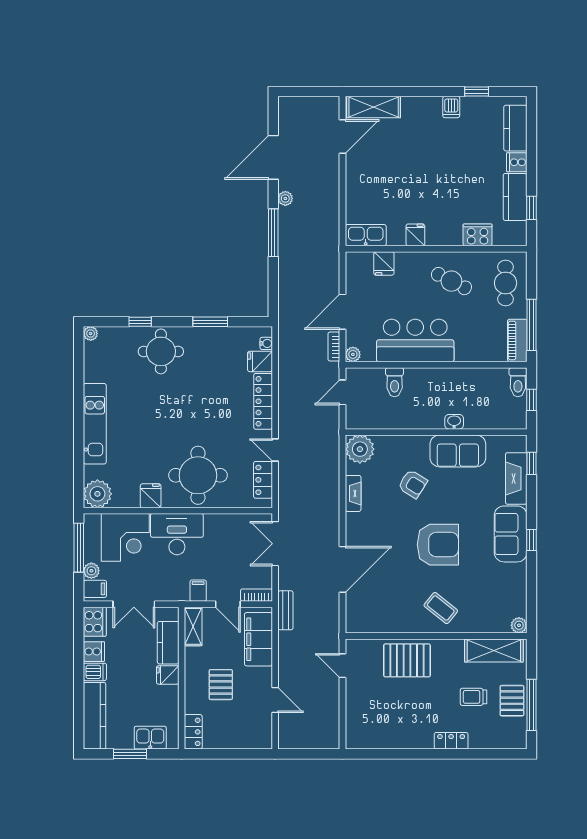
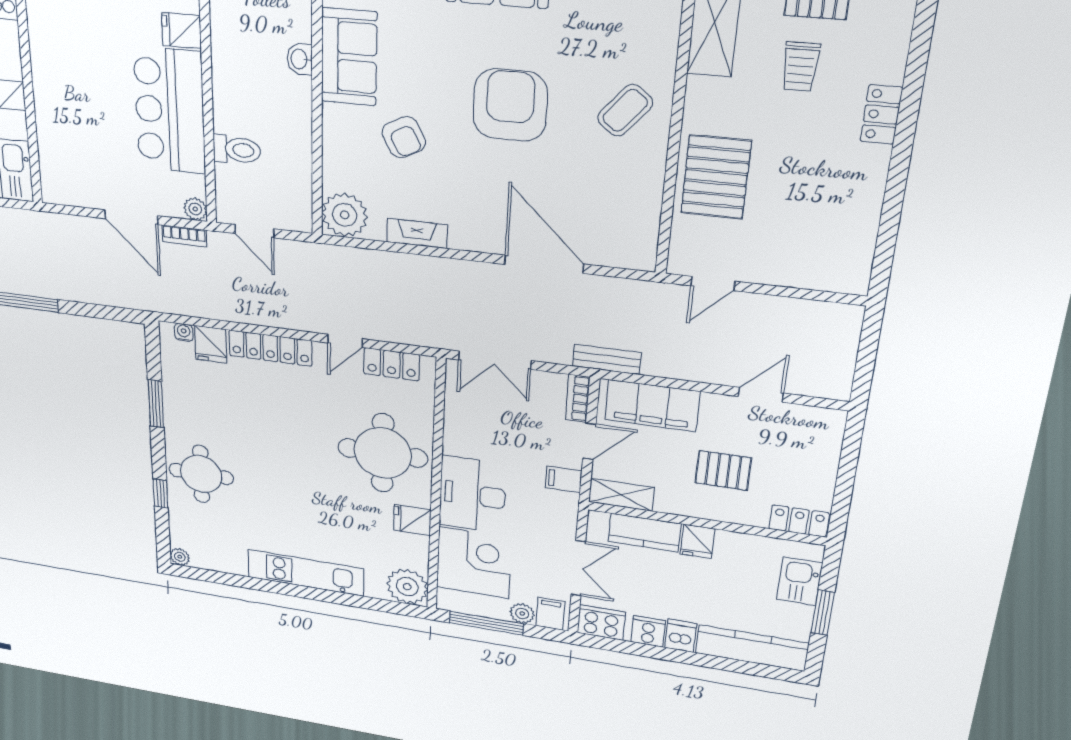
fridge: (384, 263) -> (182, 31), moved, turned 180
cafe table: (451, 281) -> (74, 44), removed
armchair: (413, 484) -> (404, 137), turned 120

